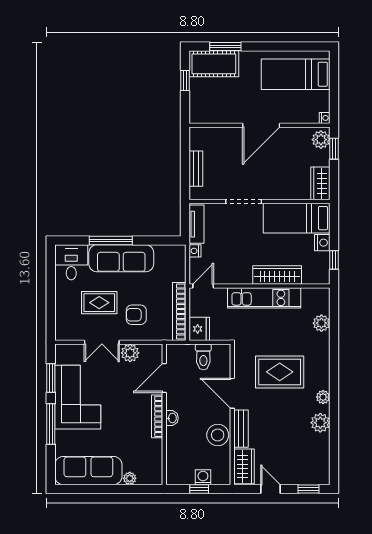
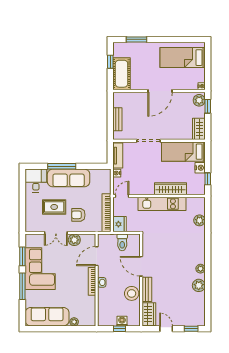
cot: (214, 64) -> (122, 74), moved, turned 90
rug: (280, 372) -> (172, 252), removed

